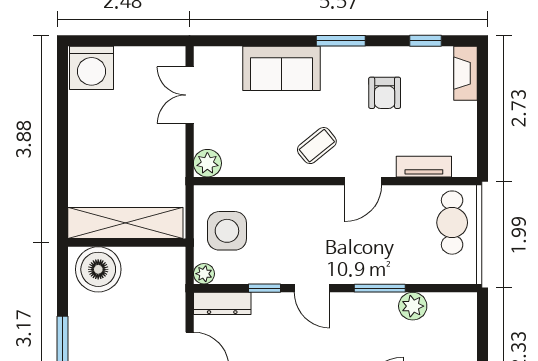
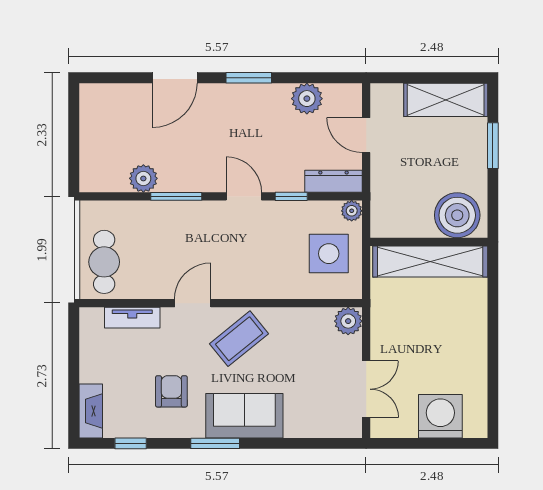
washing machine: (91, 68) -> (440, 416), moved
sofa: (281, 68) -> (244, 416), moved
coffee table: (317, 146) -> (239, 339), width x1.36, depth x1.30

